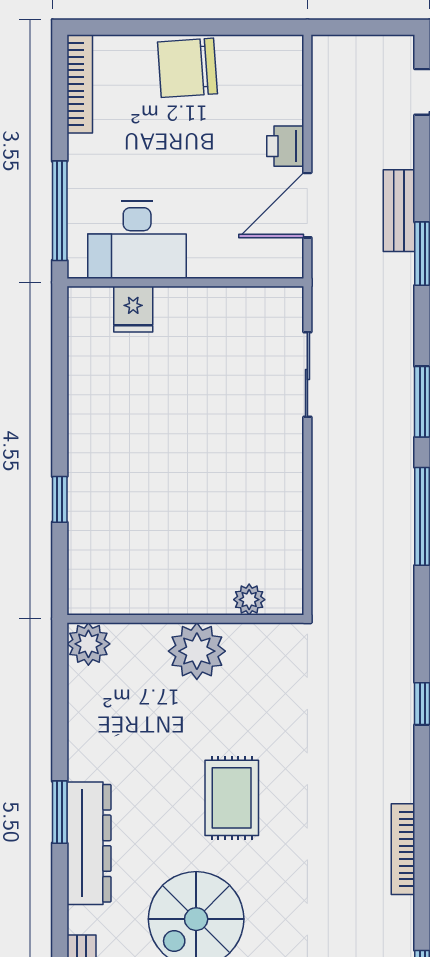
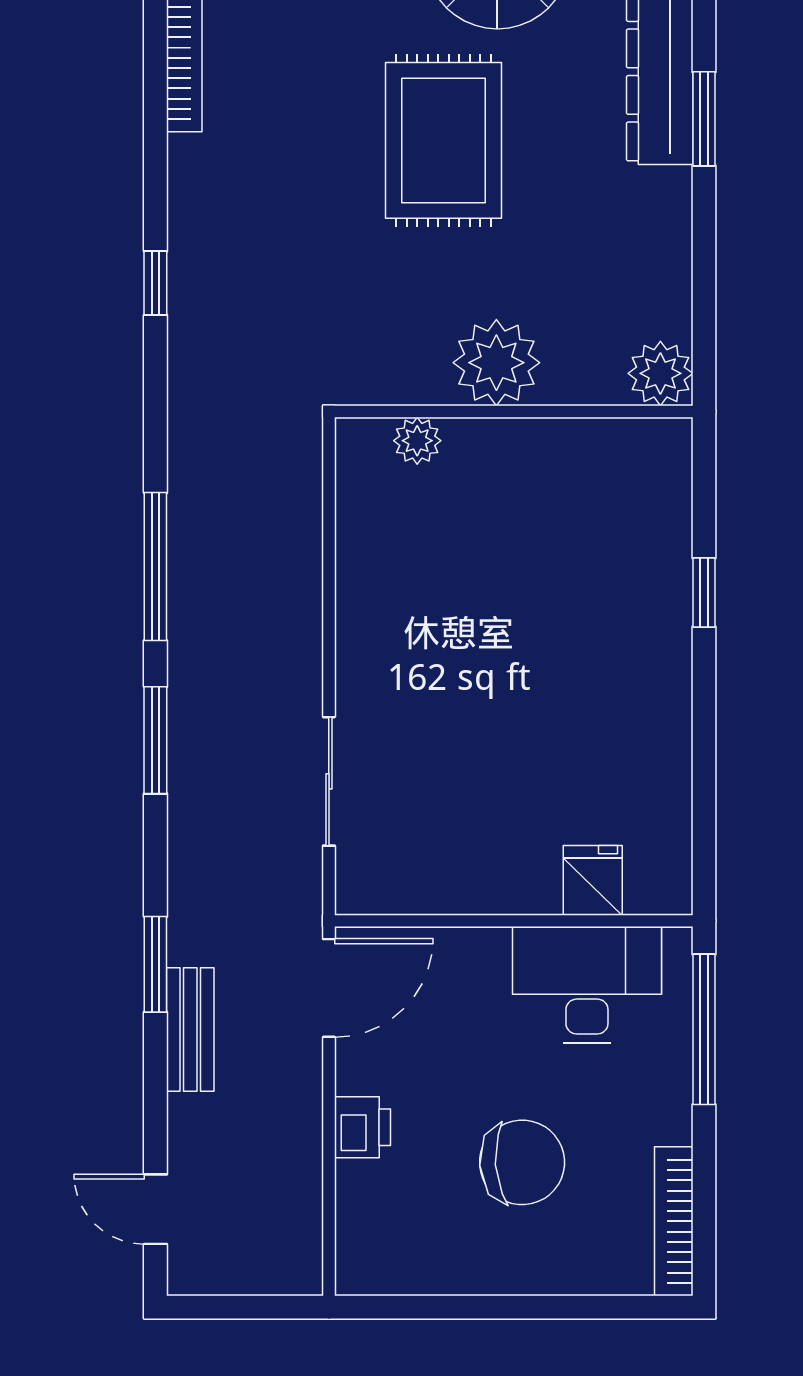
chair: (187, 68) -> (522, 1162), moved
door: (307, 205) -> (329, 988), moved
rug: (232, 798) -> (444, 140), width x1.36, depth x1.43

